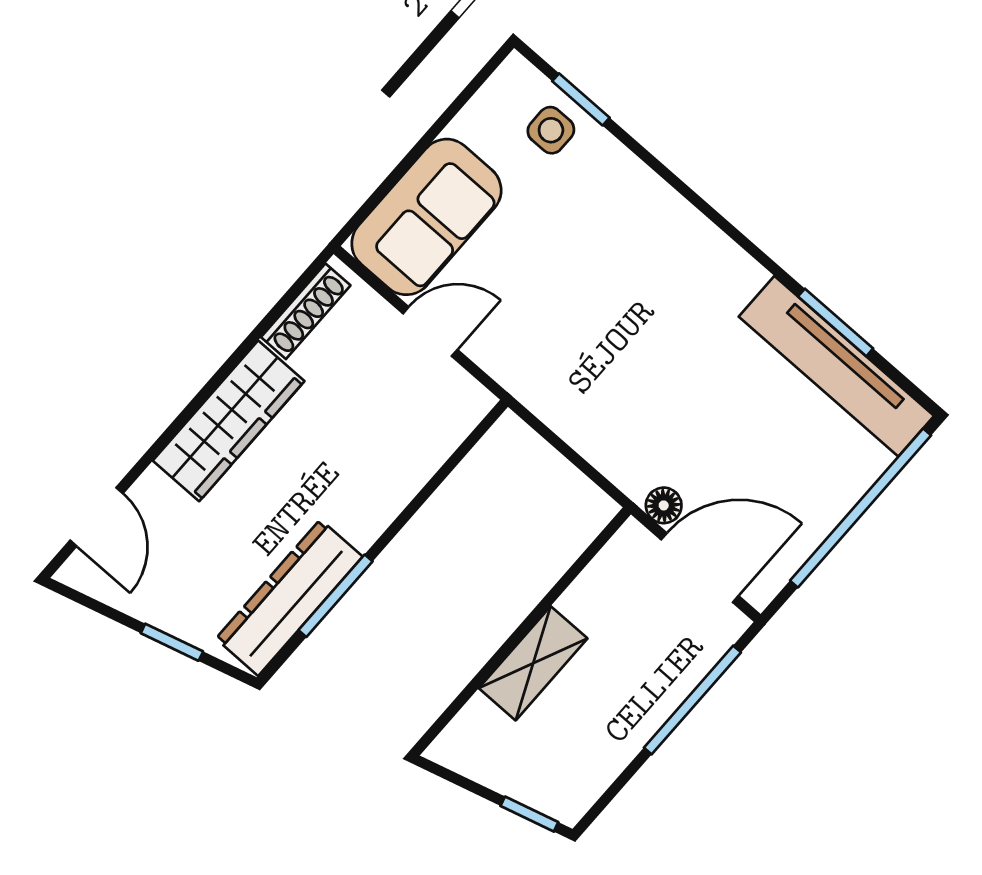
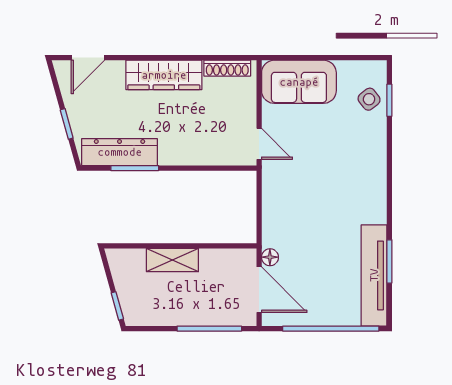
side table: (551, 130) -> (369, 99), turned -38
door: (430, 332) -> (259, 144), moved

